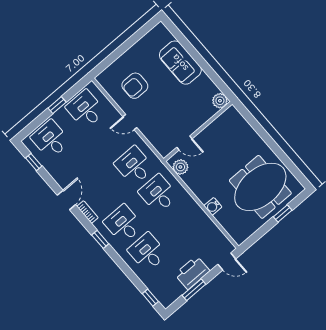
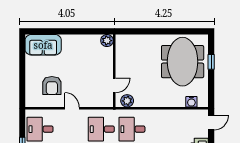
sofa: (180, 63) -> (43, 45), moved
door: (130, 122) -> (72, 108), swing flipped
water cooler: (213, 206) -> (191, 102), moved

